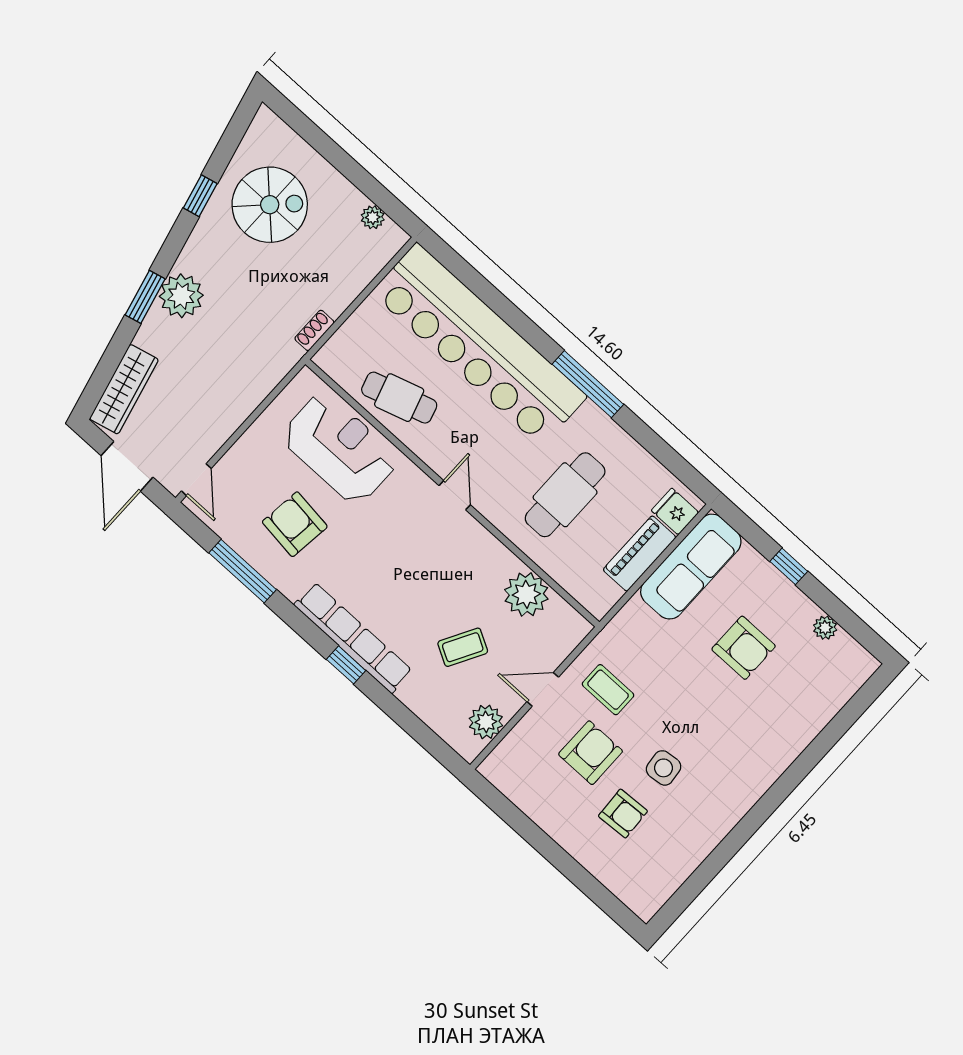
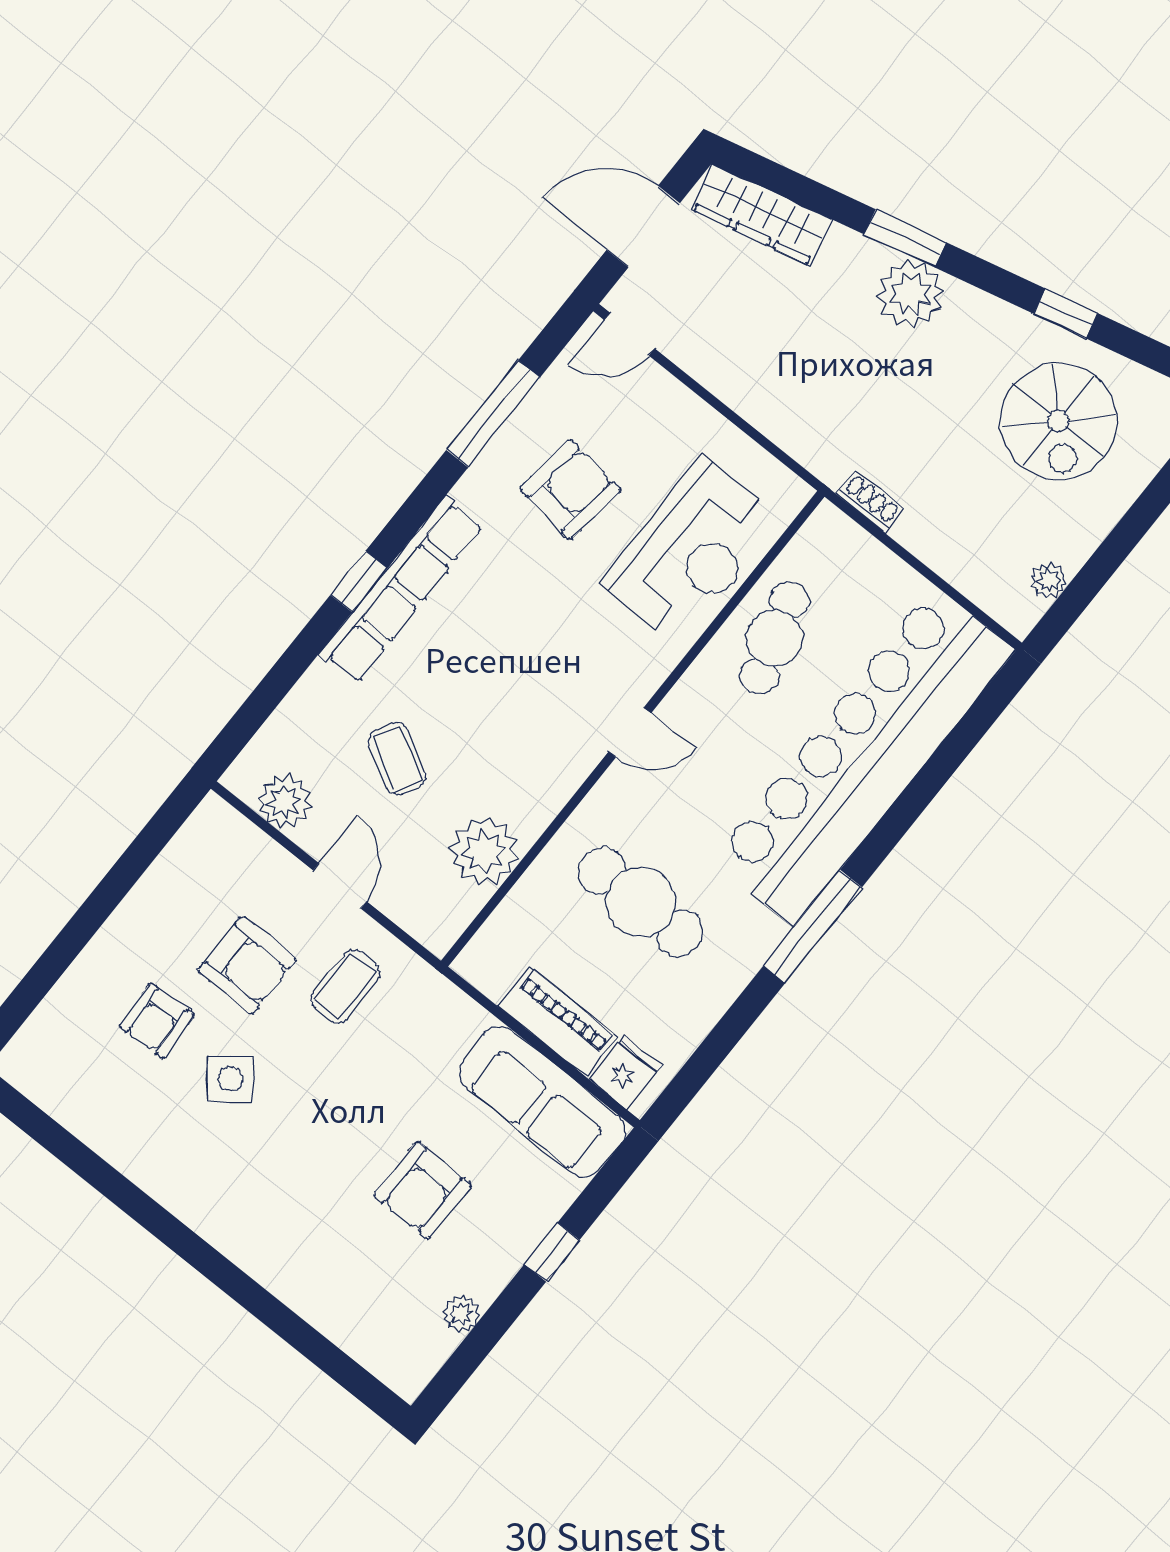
side table: (664, 768) -> (230, 1079), turned -32

